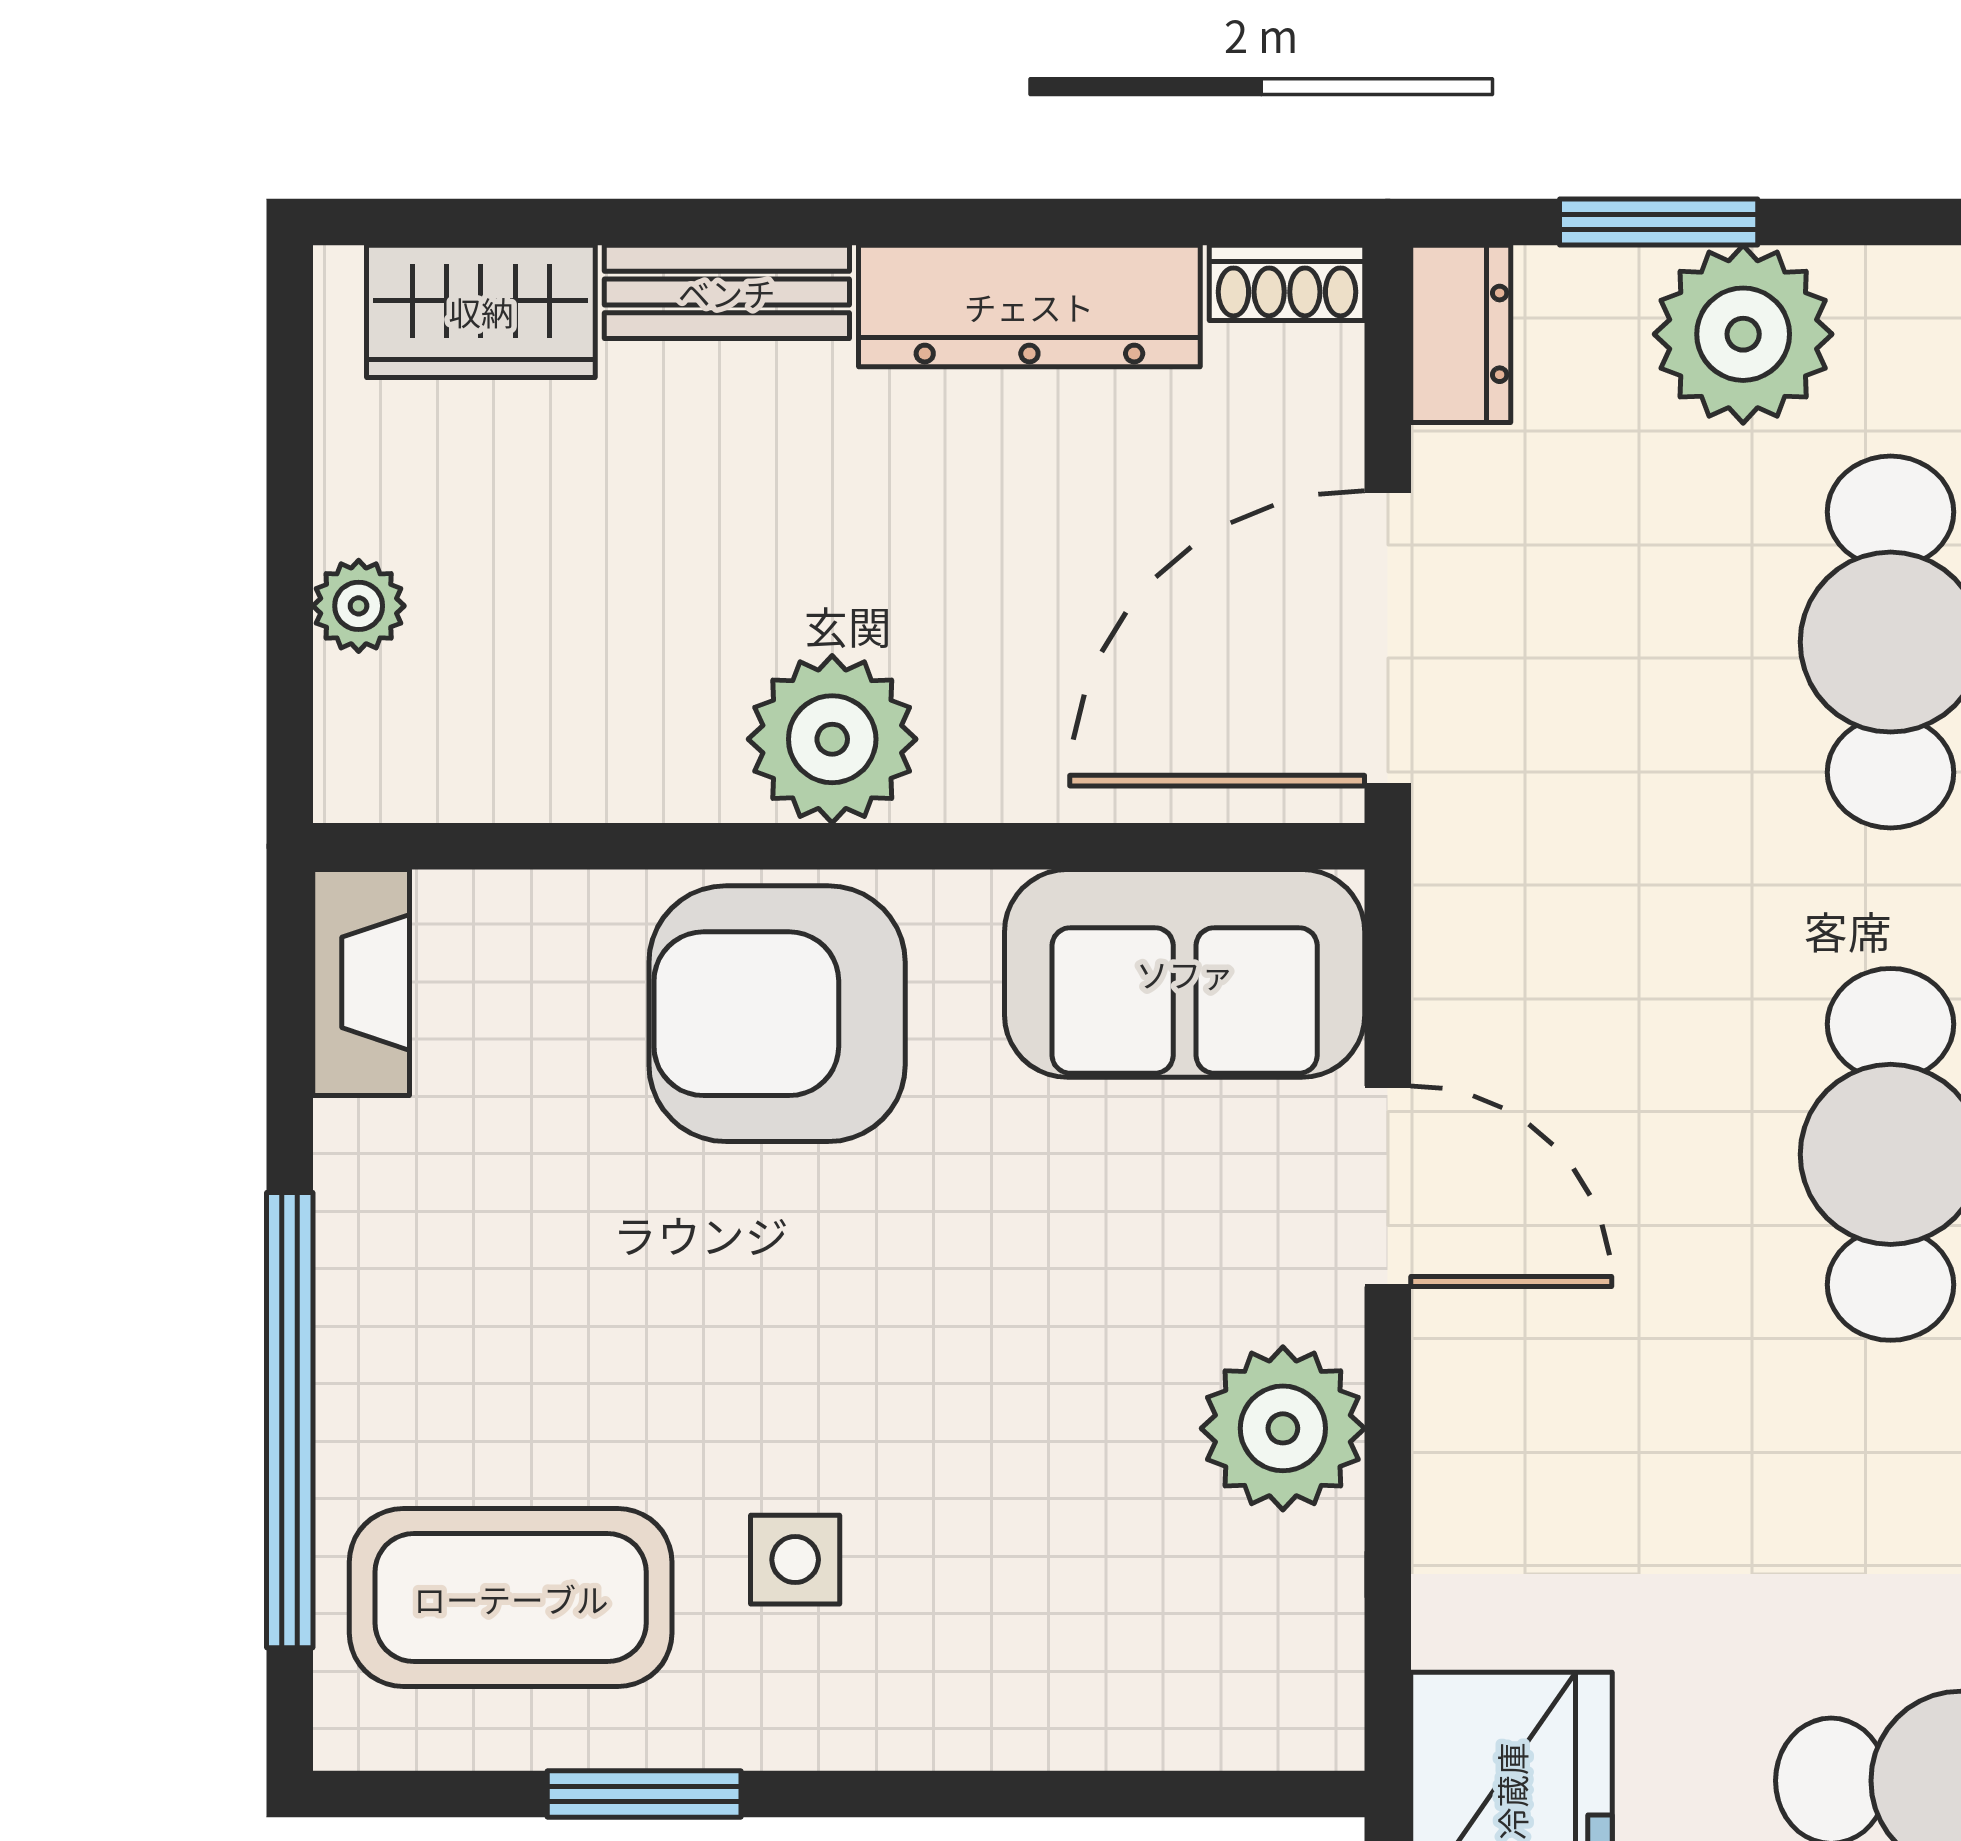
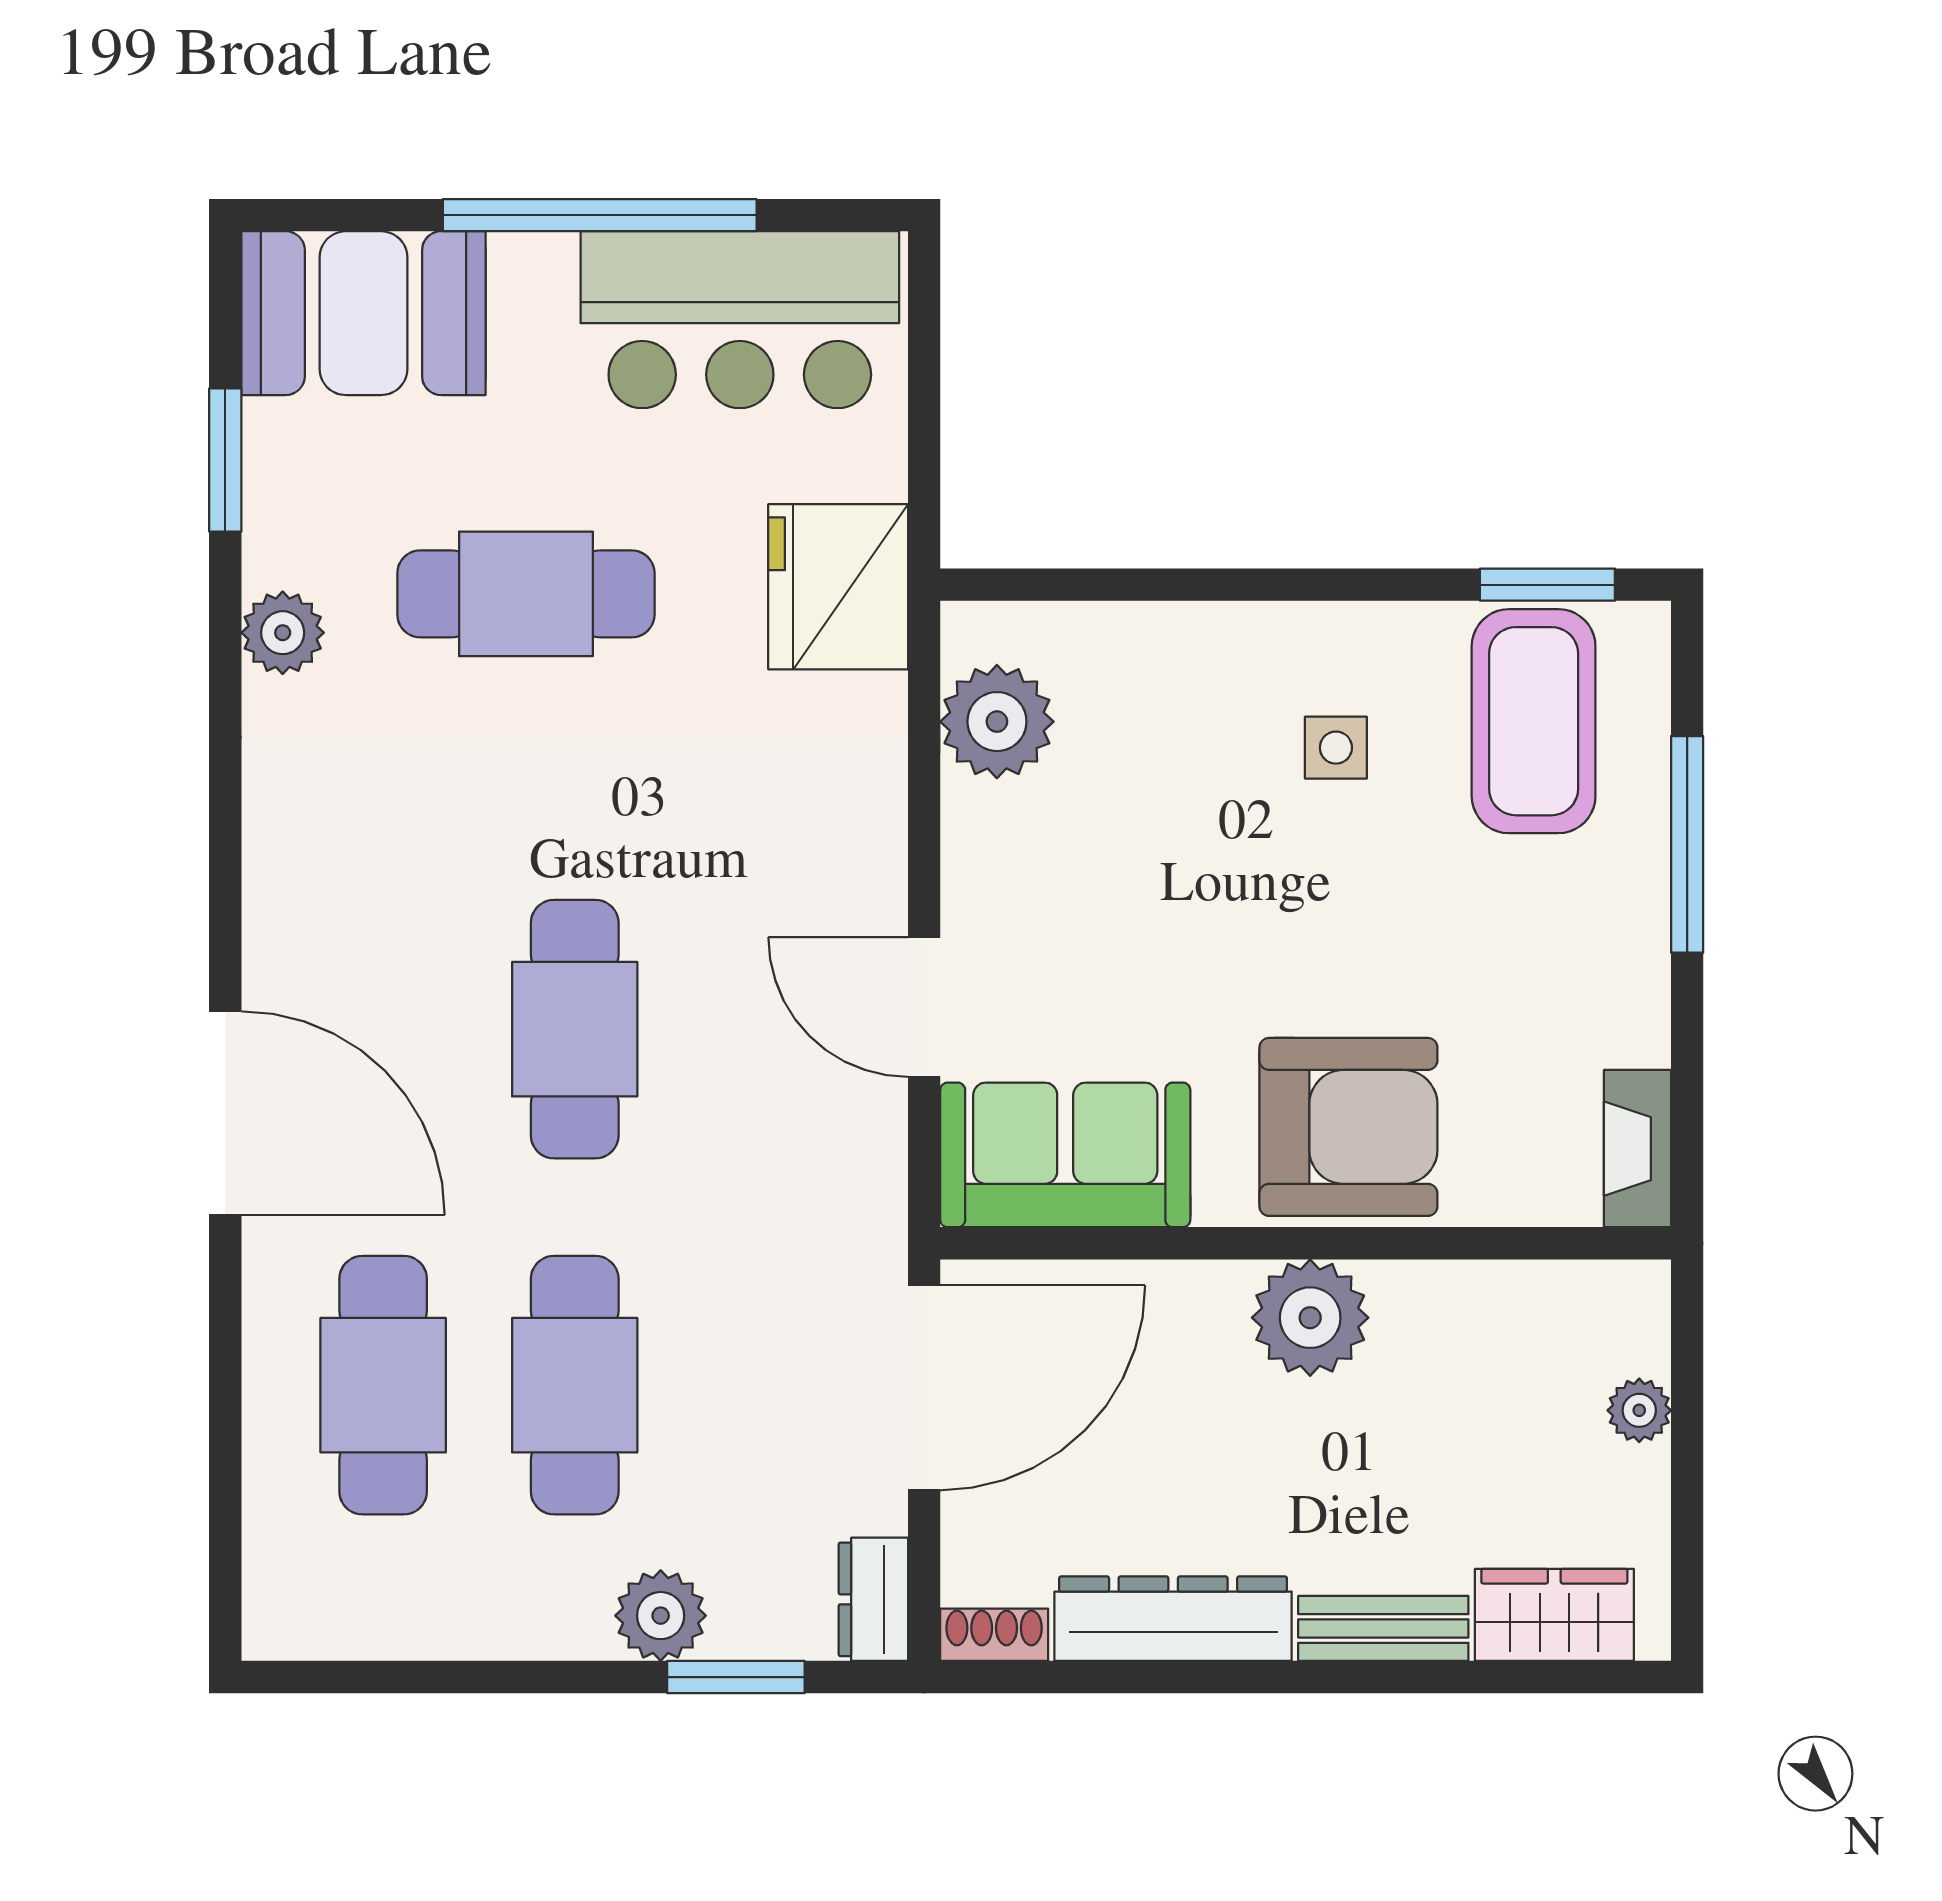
plant: (1743, 334) -> (661, 1616), width x0.73, depth x0.73
window: (290, 1420) -> (1687, 844), width x0.68
plant: (1283, 1428) -> (997, 722), moved
coffee table: (511, 1598) -> (1534, 721), turned 90
window: (644, 1794) -> (1547, 585), moved

